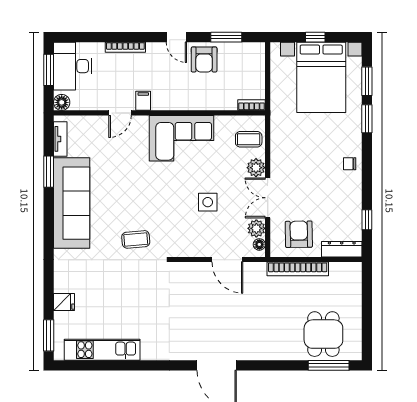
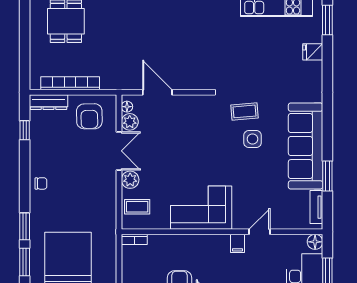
side table: (208, 202) -> (253, 139), moved
bookcase: (298, 269) -> (70, 83), moved

